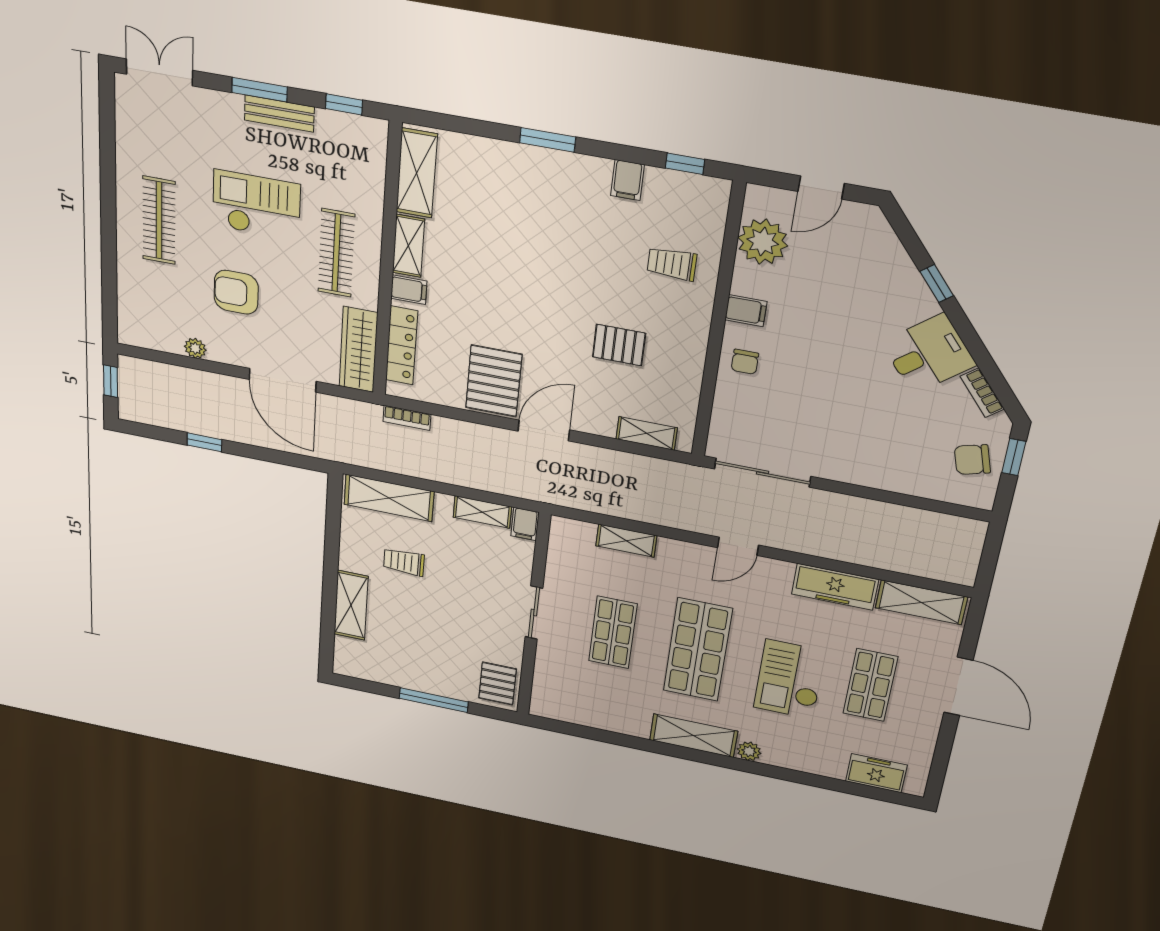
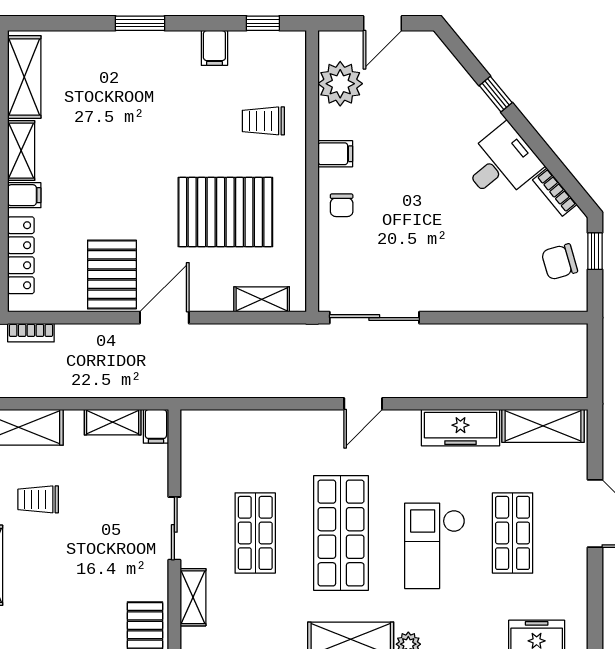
pallet: (619, 345) -> (225, 212), width x2.05, depth x2.00
shelving: (626, 541) -> (193, 597), moved, turned 90

